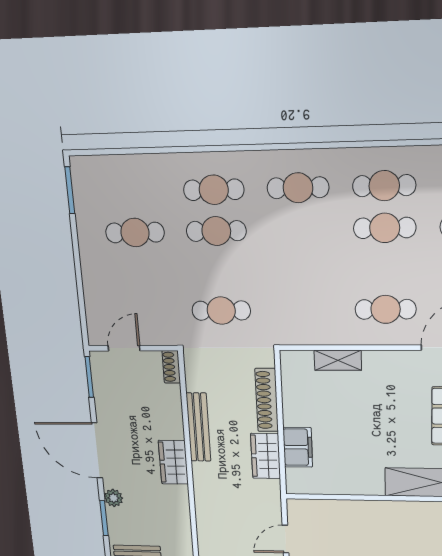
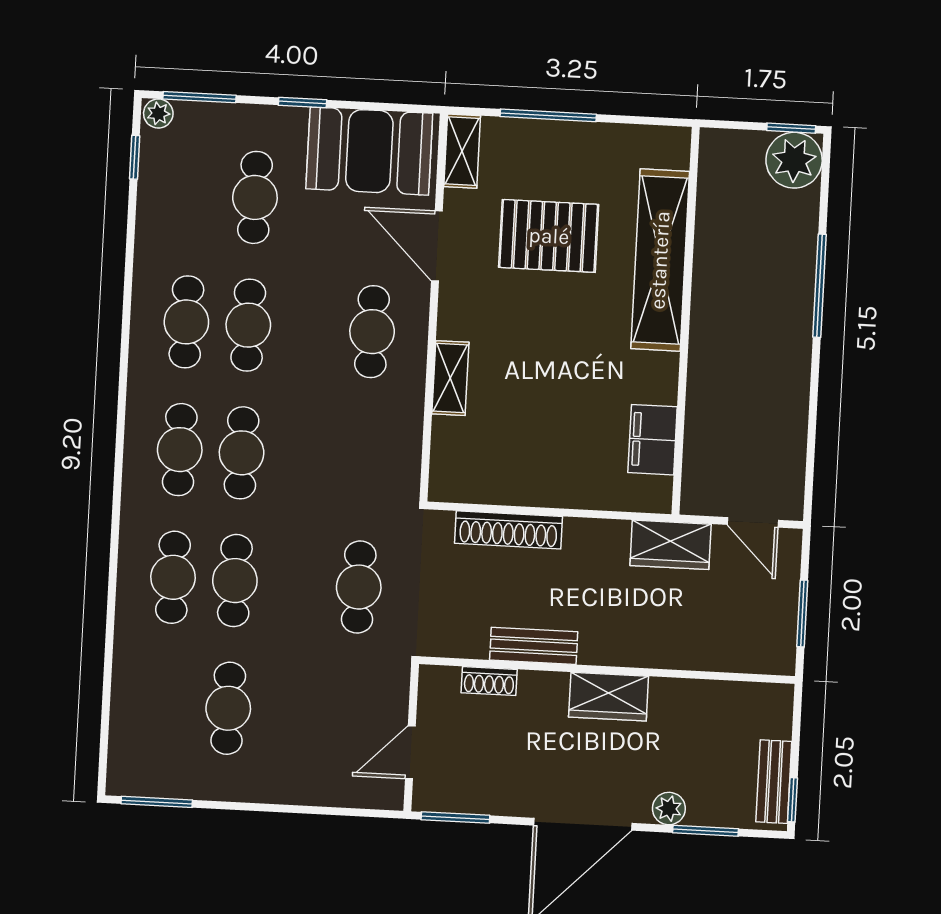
cafe table: (300, 229) -> (242, 453), added
door: (124, 348) -> (410, 752), hinge flipped
shelving: (338, 360) -> (450, 378), moved
shoe rack: (171, 367) -> (489, 681), moved
bench: (198, 427) -> (534, 646), width x0.73
filing cabinet: (298, 447) -> (653, 440), moved, turned -90
wardrobe: (266, 456) -> (671, 545), moved

